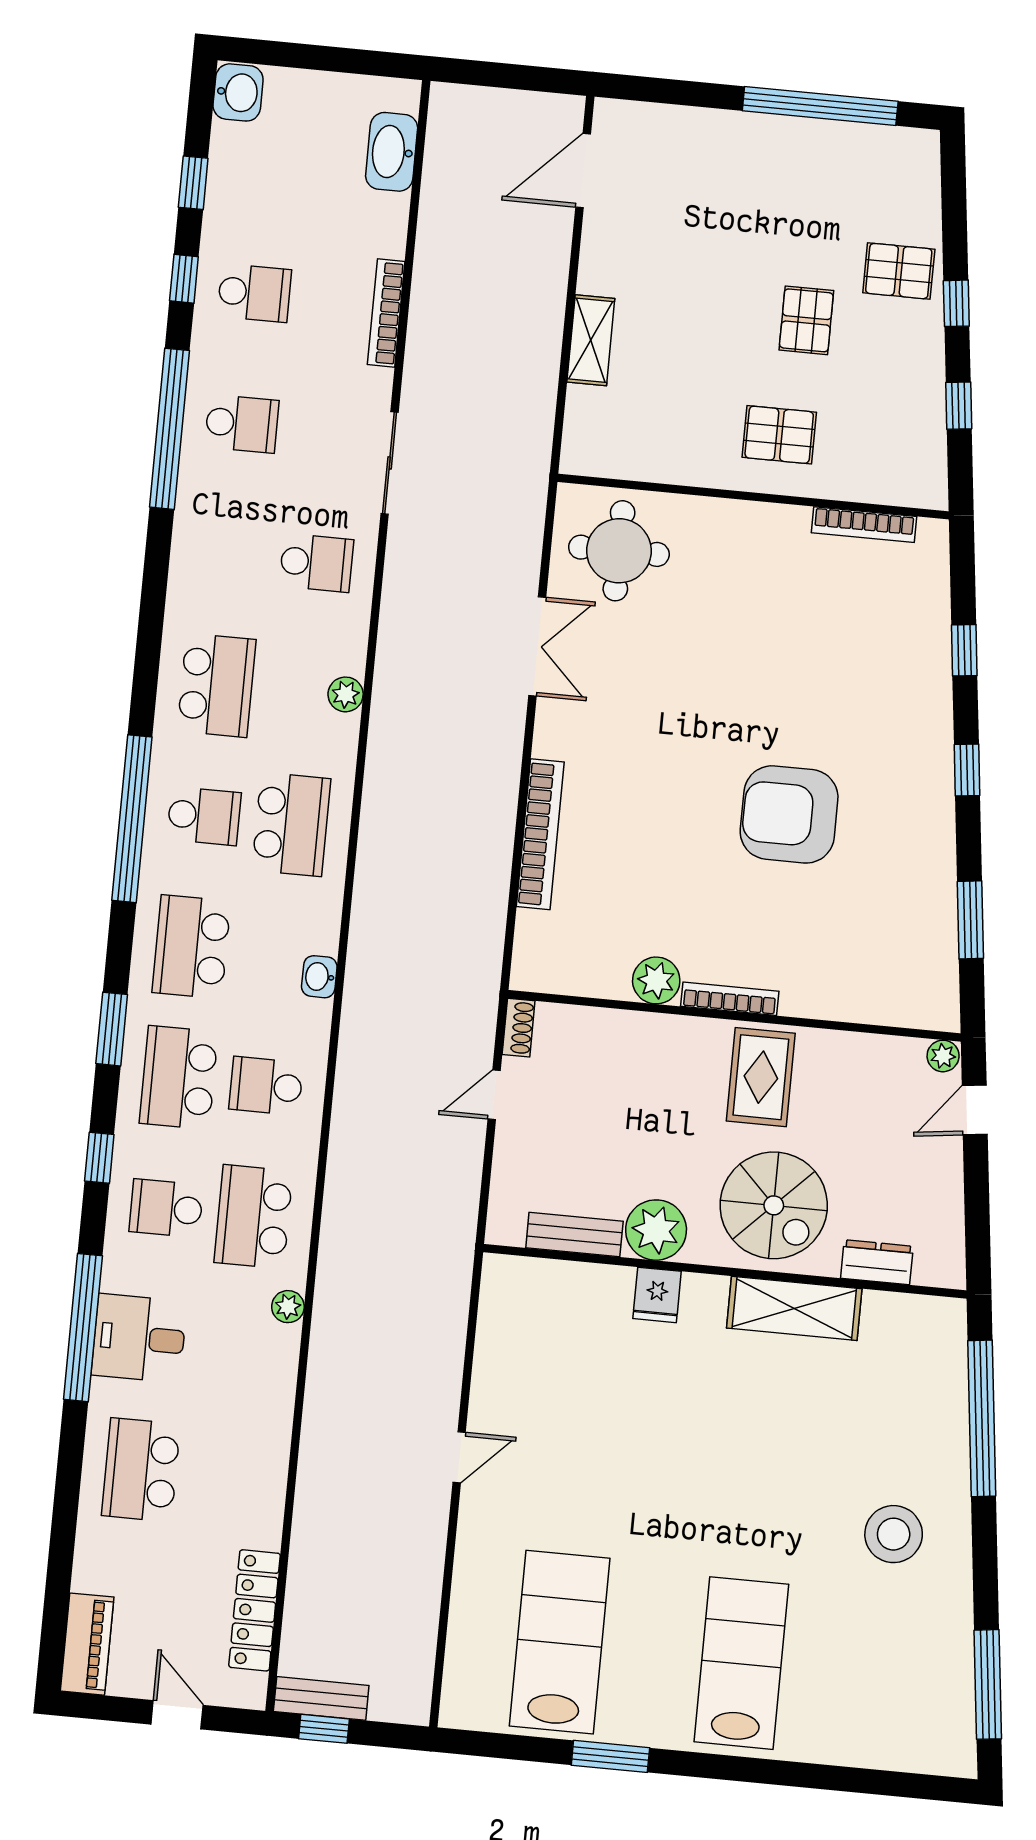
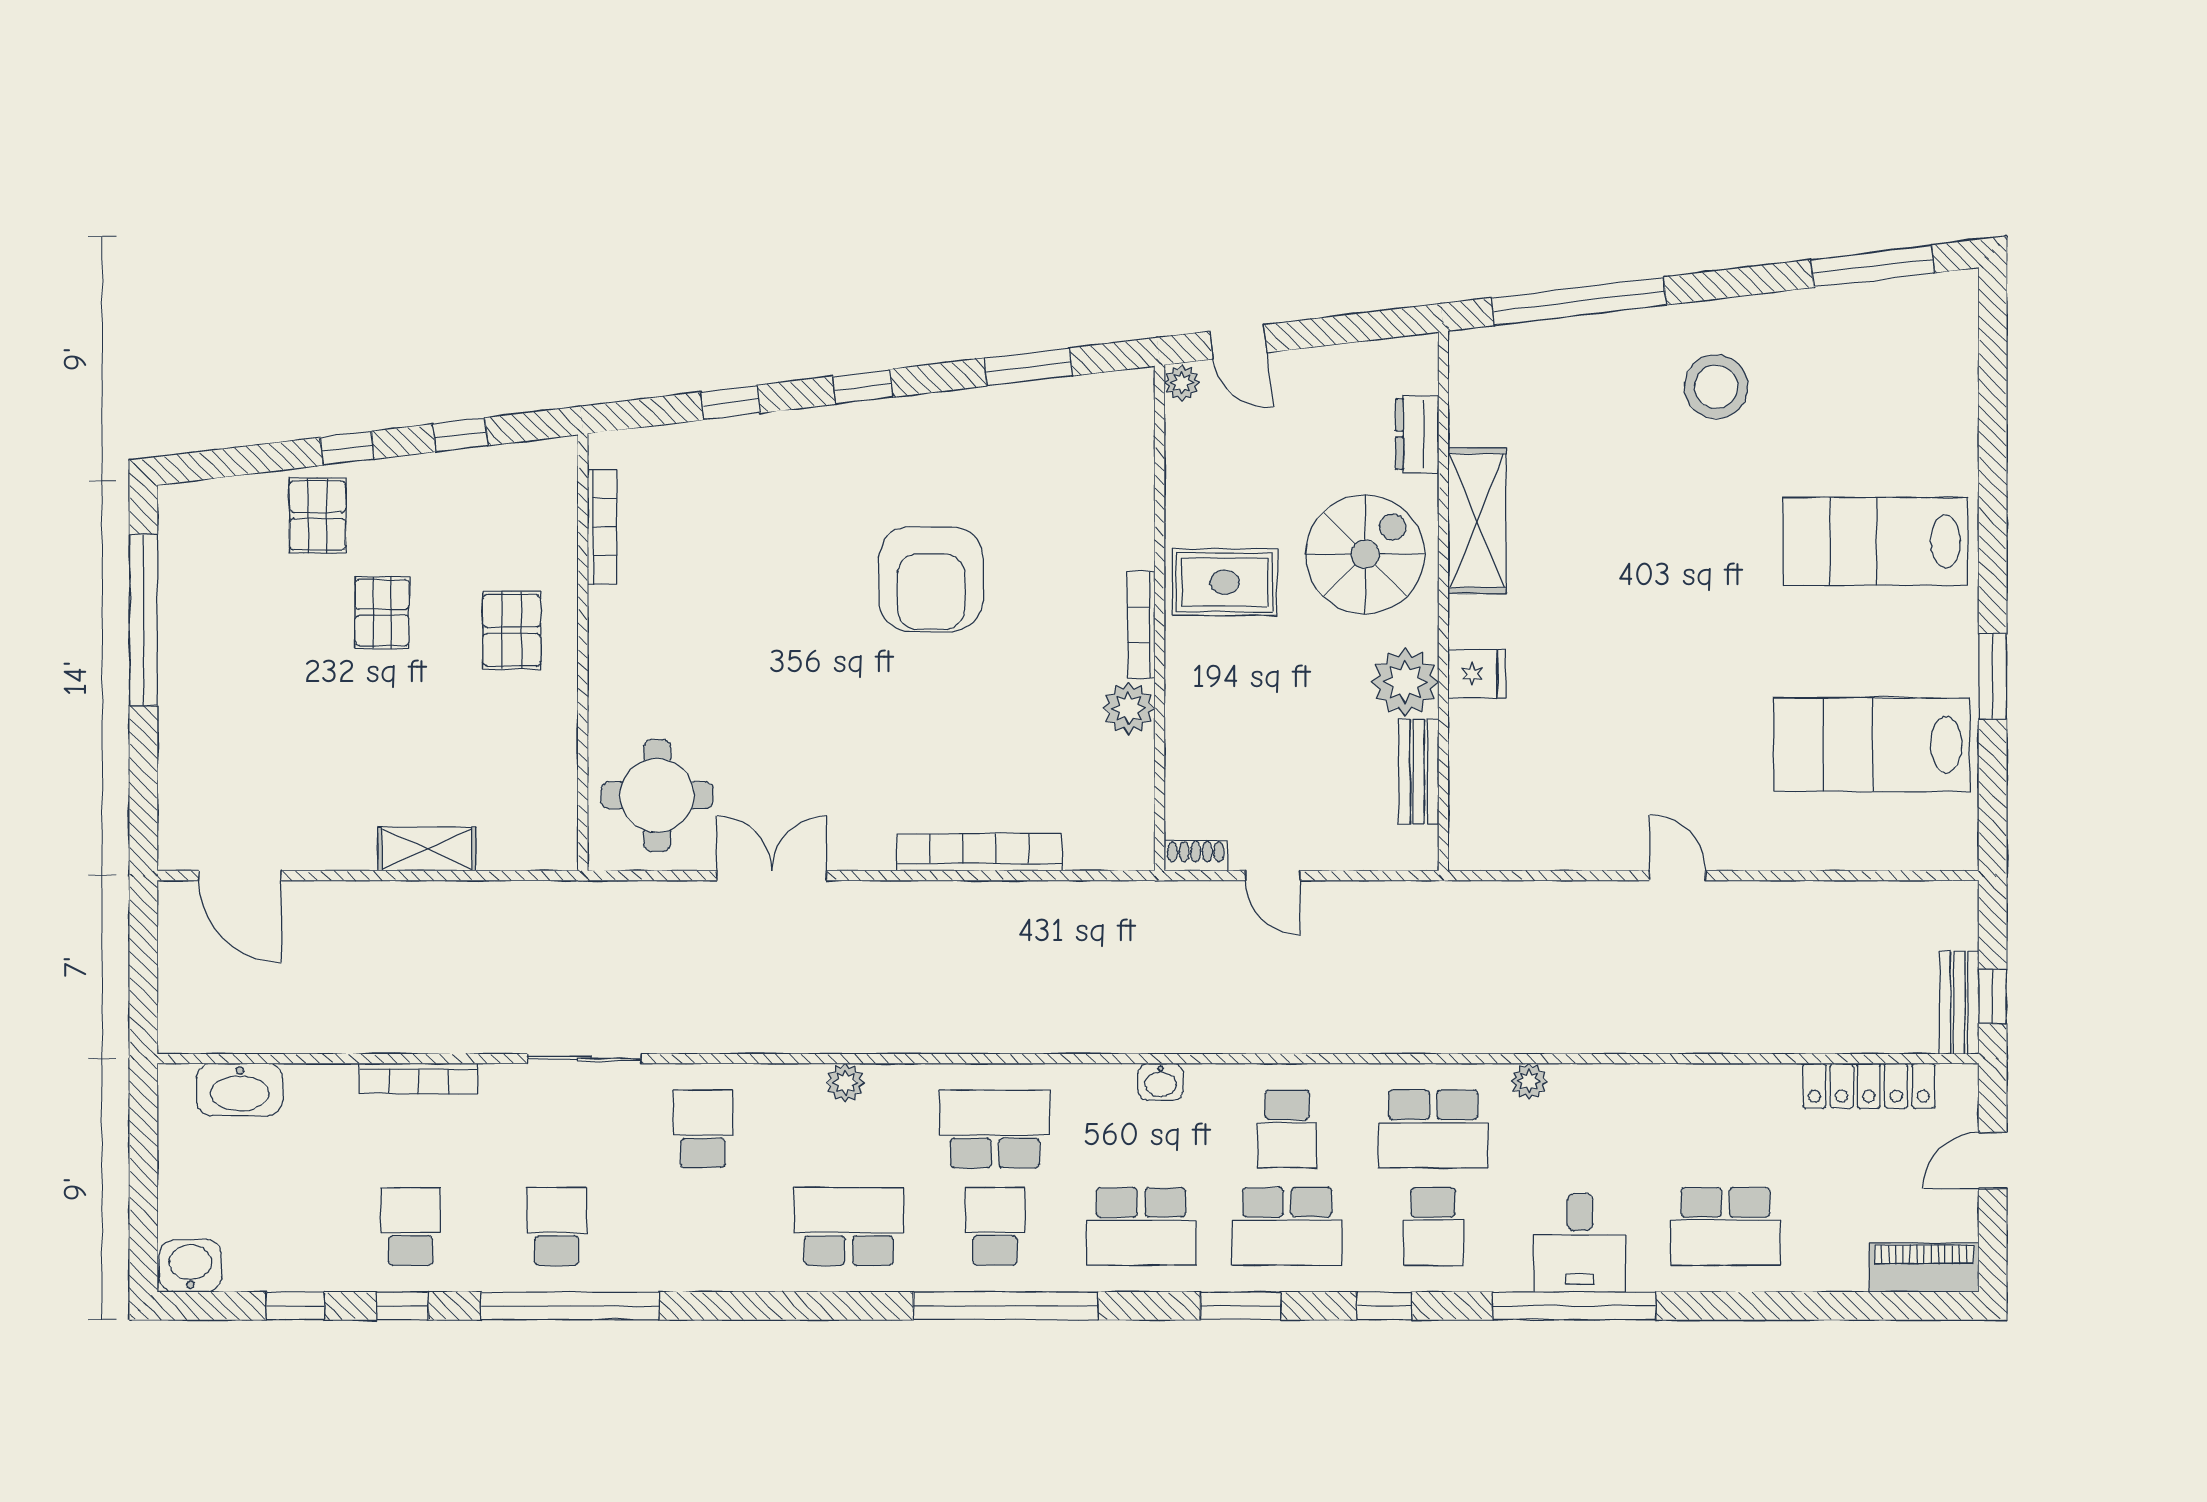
pallet: (806, 320) -> (382, 613), turned 90

